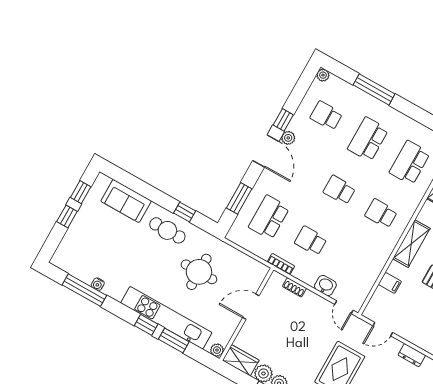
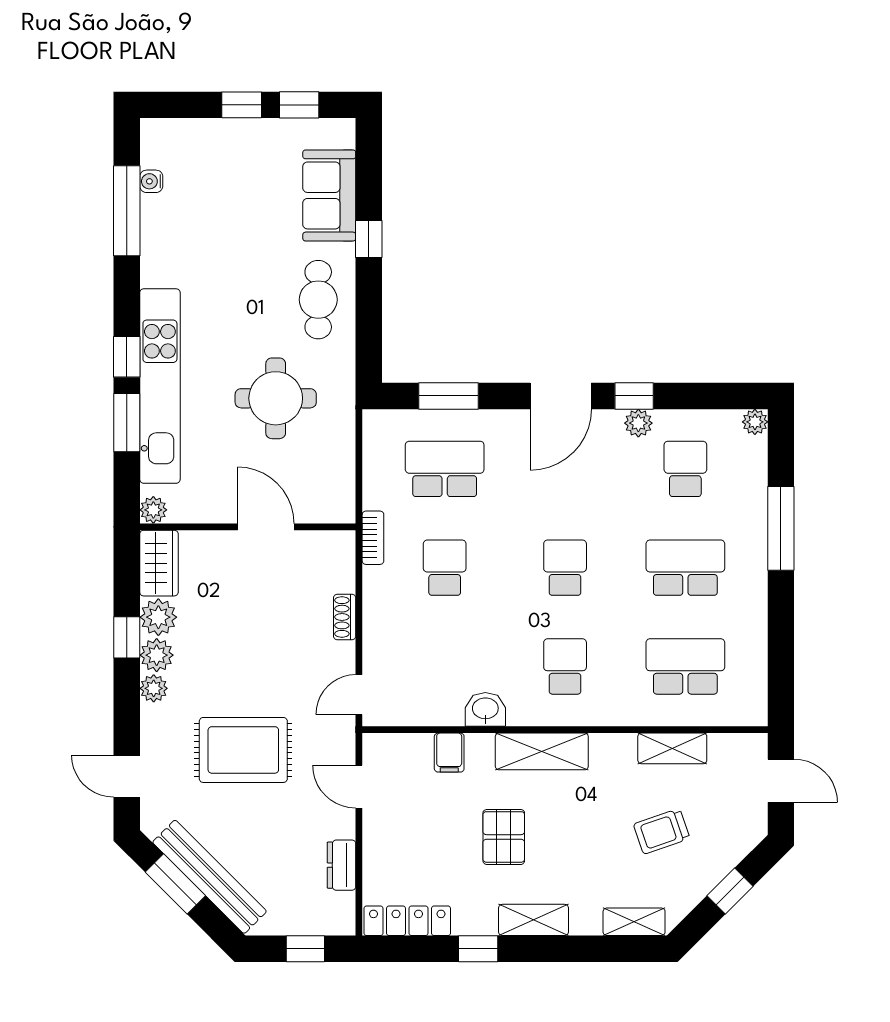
plant: (288, 138) -> (638, 423), moved
window: (185, 212) -> (369, 239), moved
water cooler: (98, 284) -> (151, 181), moved
washbasin: (325, 286) -> (485, 709), moved, turned -90
shoe rack: (294, 287) -> (345, 617), moved

